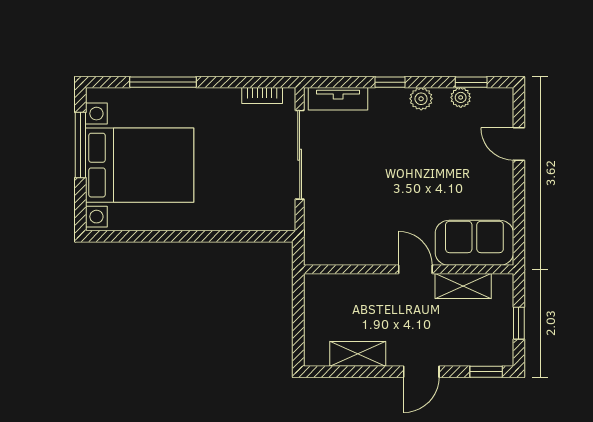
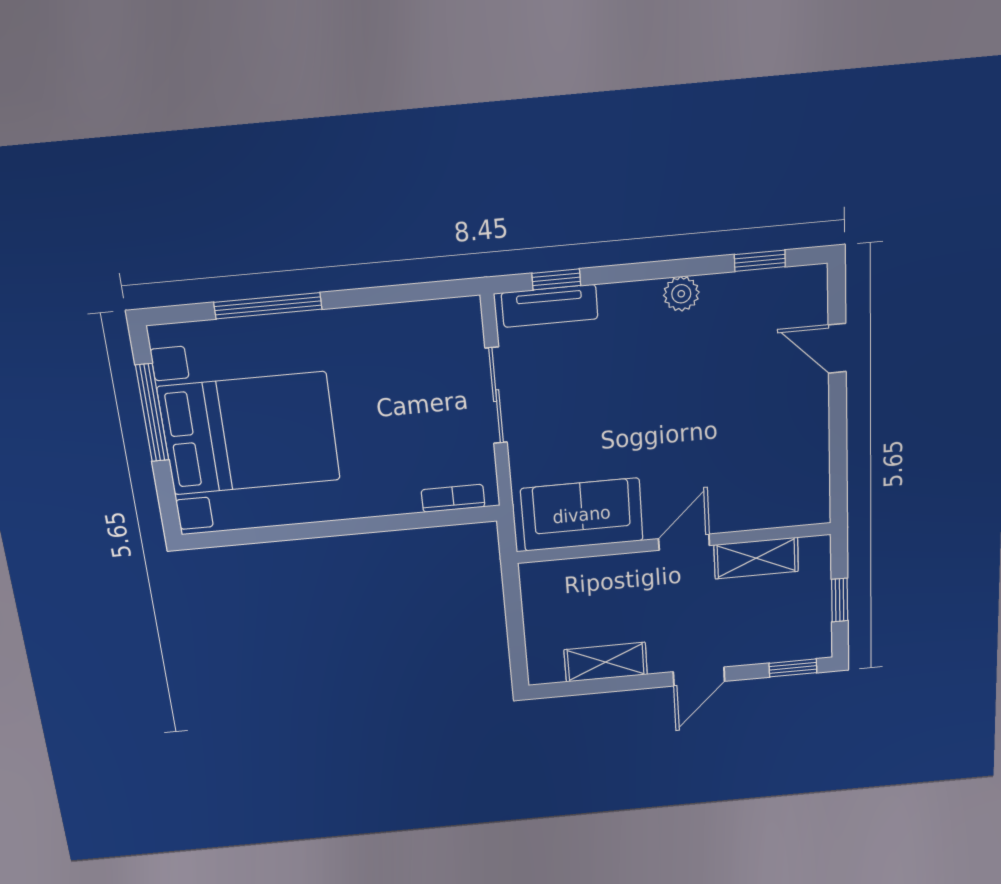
window: (390, 82) -> (556, 279), moved
bookcase: (262, 95) -> (453, 498), moved, turned 180
plant: (461, 97) -> (744, 286), removed
sliding door: (300, 155) -> (496, 396), width x0.73
sofa: (474, 243) -> (582, 515), moved
door: (415, 269) -> (684, 542), hinge flipped

